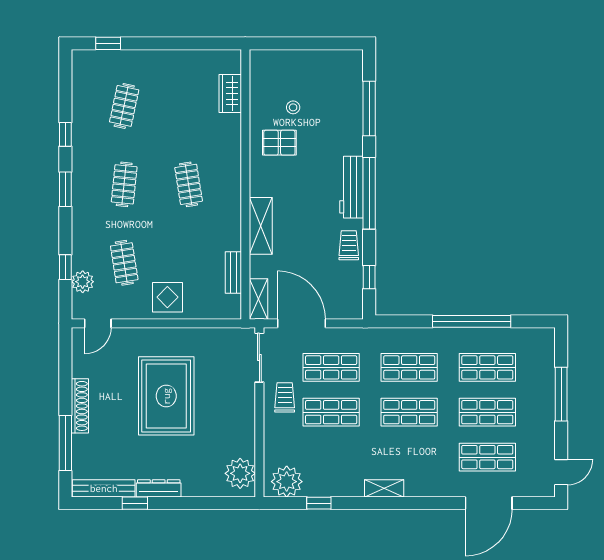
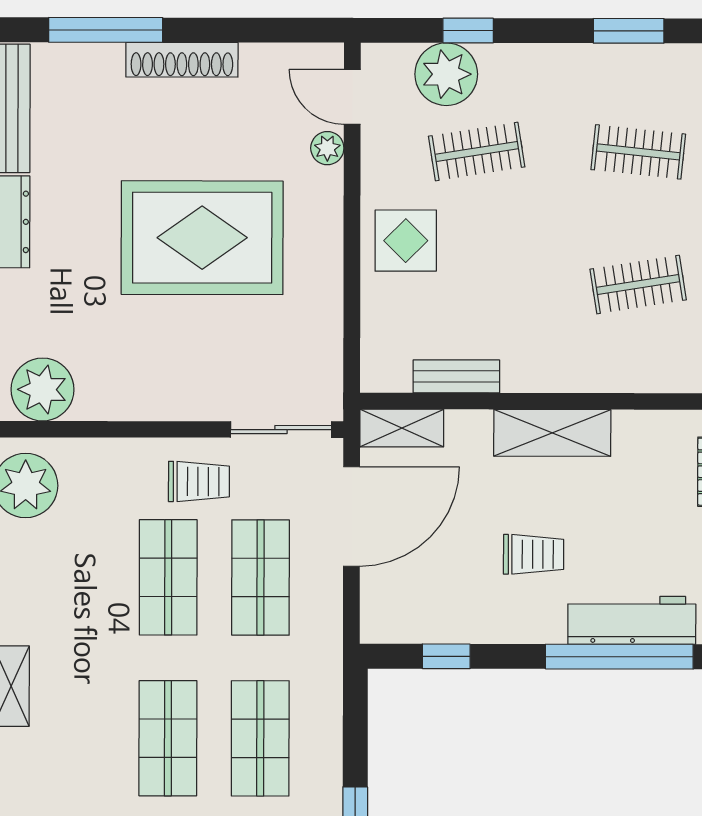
trolley: (349, 245) -> (534, 554), moved
plant: (83, 282) -> (446, 74), width x1.36, depth x1.36
plant: (123, 335) -> (327, 148), added

